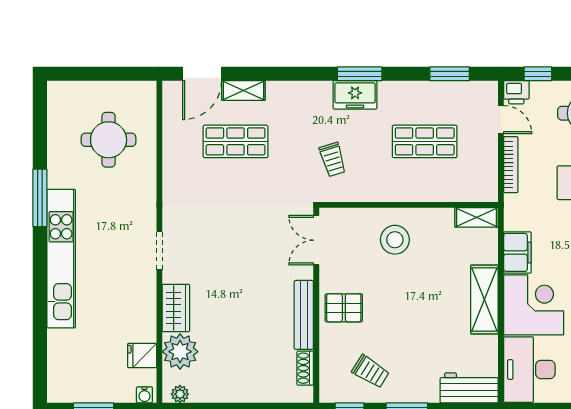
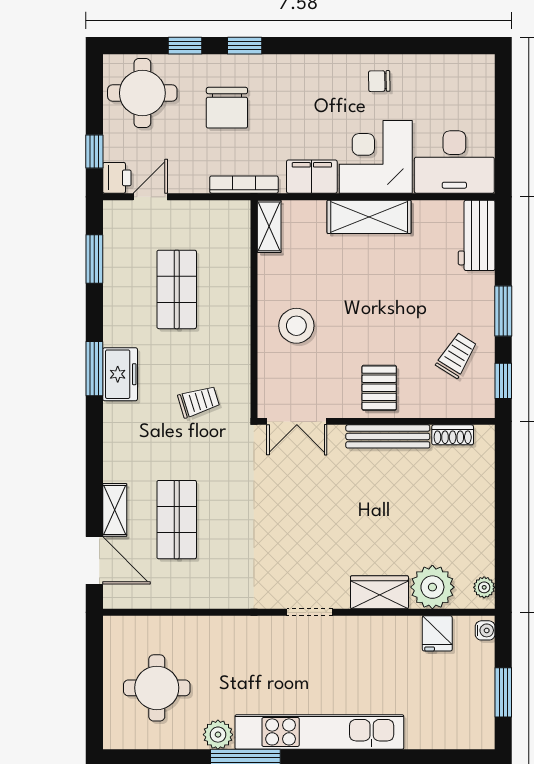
round table: (109, 140) -> (157, 688), moved
bookcase: (511, 165) -> (244, 185), moved
plant: (59, 175) -> (218, 735), added

